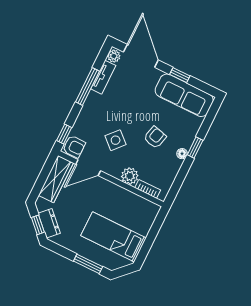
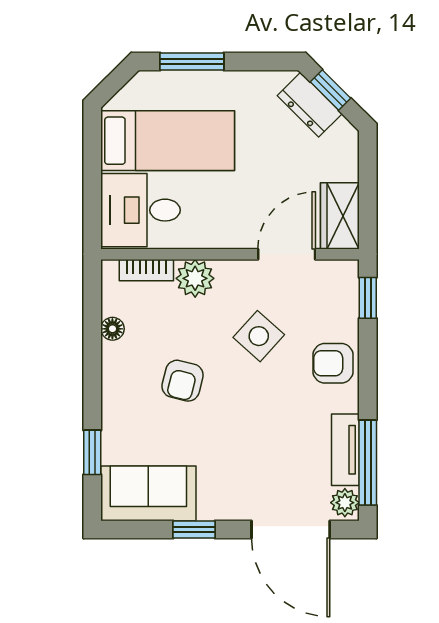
window: (87, 87) -> (368, 463), moved
sofa: (184, 95) -> (148, 493), width x0.73
armchair: (74, 147) -> (333, 363), moved
window: (195, 147) -> (92, 452), moved
floor lamp: (182, 154) -> (112, 329), moved
wardrobe: (56, 179) -> (340, 216), width x0.67
desk: (138, 214) -> (140, 210), added

